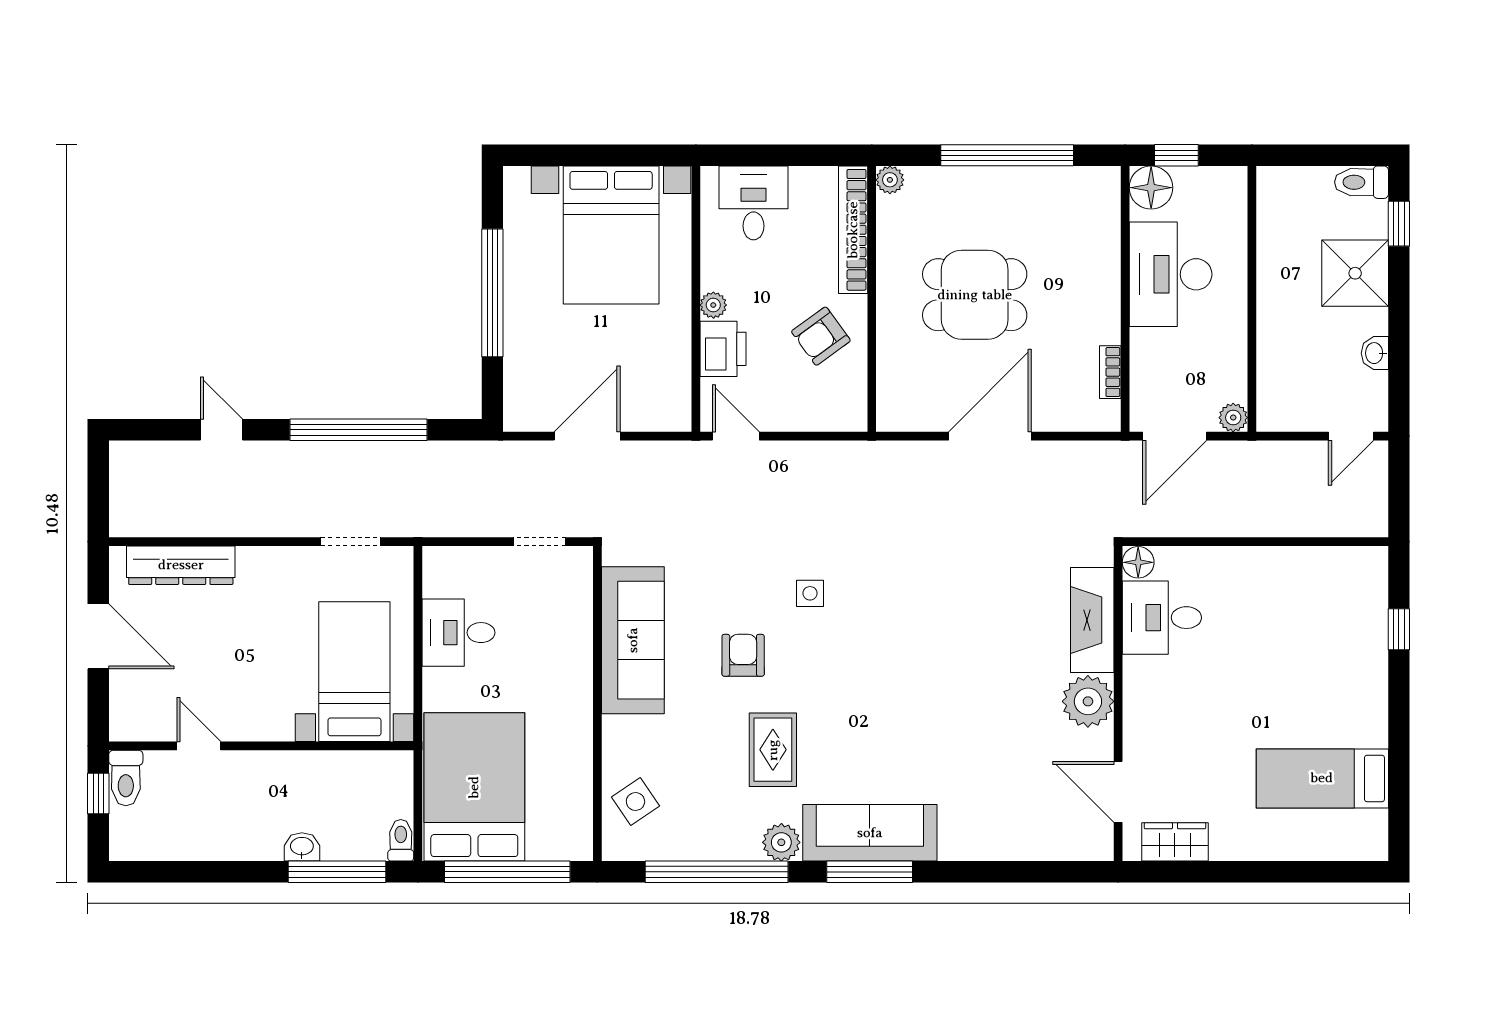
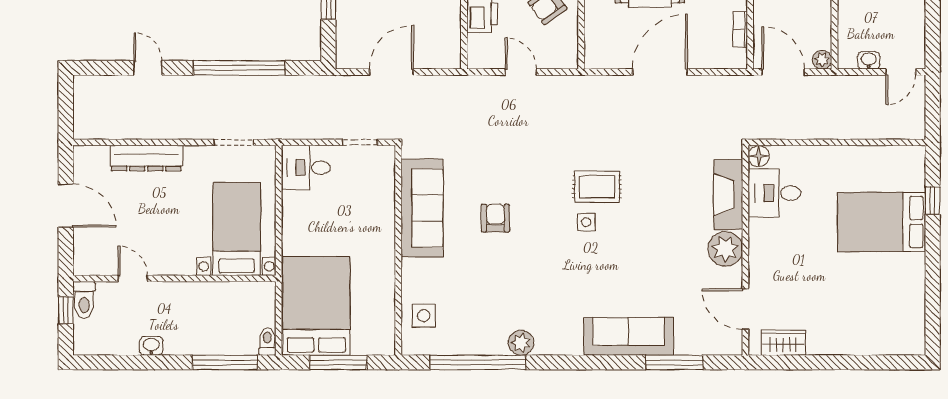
washbasin: (1375, 353) -> (869, 60), moved, turned 90
door: (736, 436) -> (521, 72), moved
door: (1175, 436) -> (783, 72), swing flipped
dresser: (181, 565) -> (146, 158), moved
side table: (810, 593) -> (586, 222), moved
desk: (458, 633) -> (306, 168), moved
rug: (773, 750) -> (597, 187), moved, turned 90
bed: (1322, 778) -> (882, 222), moved, width x1.50
side table: (635, 802) -> (424, 316), turned 34
sofa: (870, 833) -> (629, 336), moved
washbasin: (302, 847) -> (151, 346), moved
window: (507, 872) -> (338, 362), width x0.68
window: (870, 872) -> (674, 362), moved

